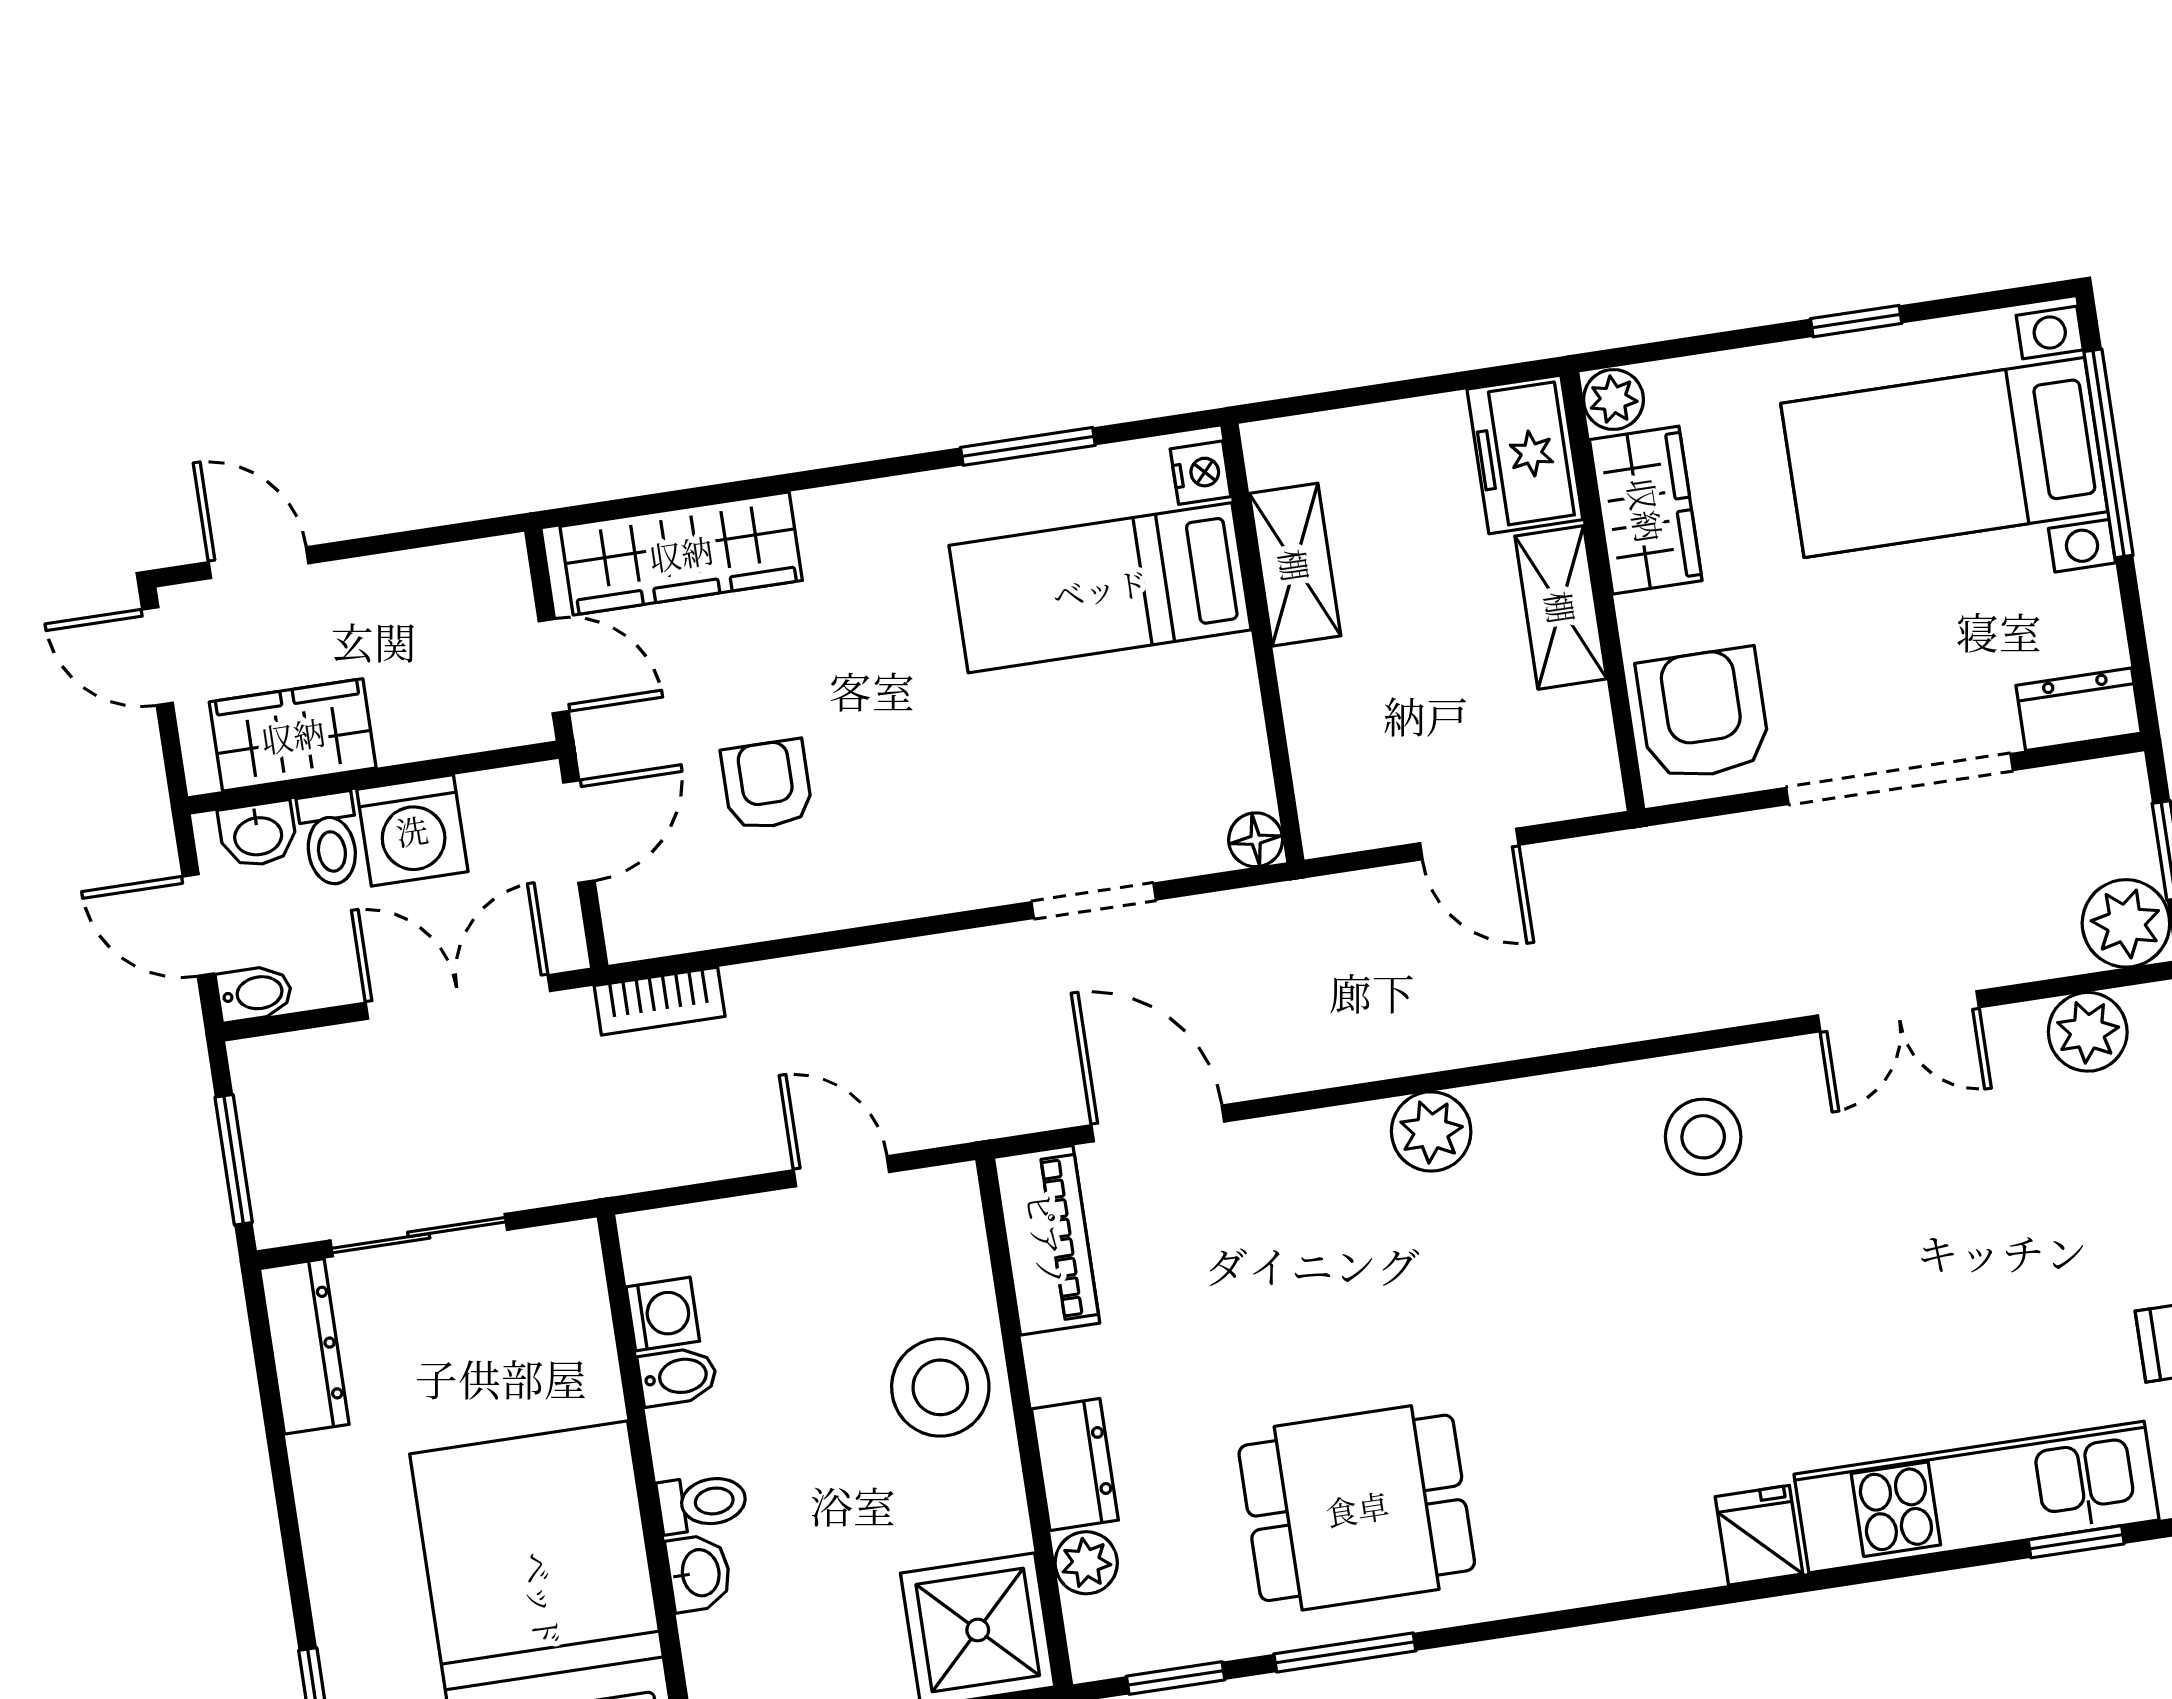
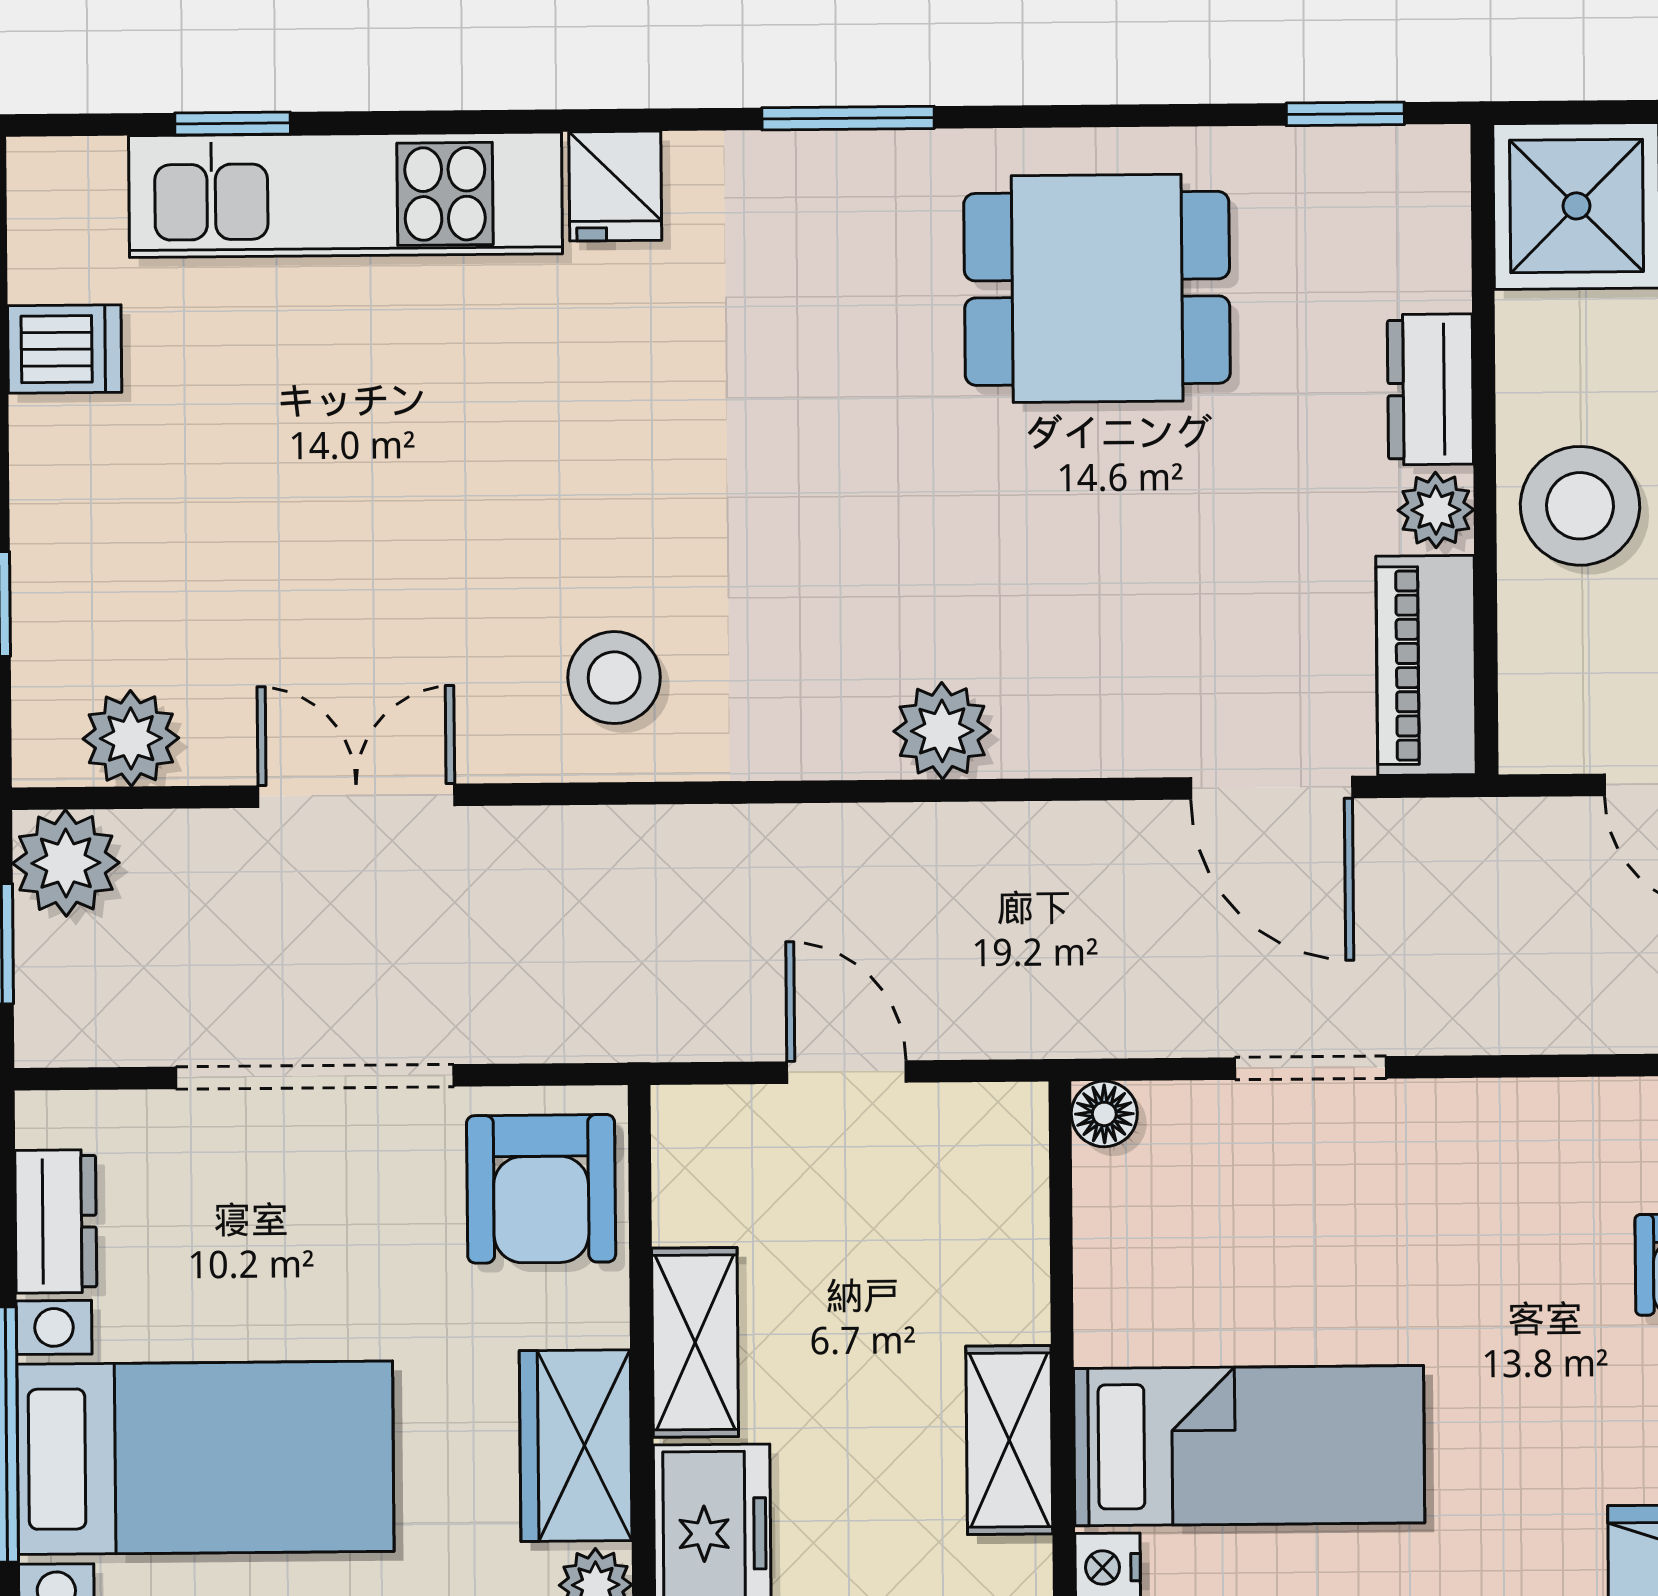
dresser: (2079, 709) -> (56, 1221), moved, turned -90
plant: (1086, 1563) -> (1436, 510), moved
window: (1345, 1652) -> (848, 118), moved

